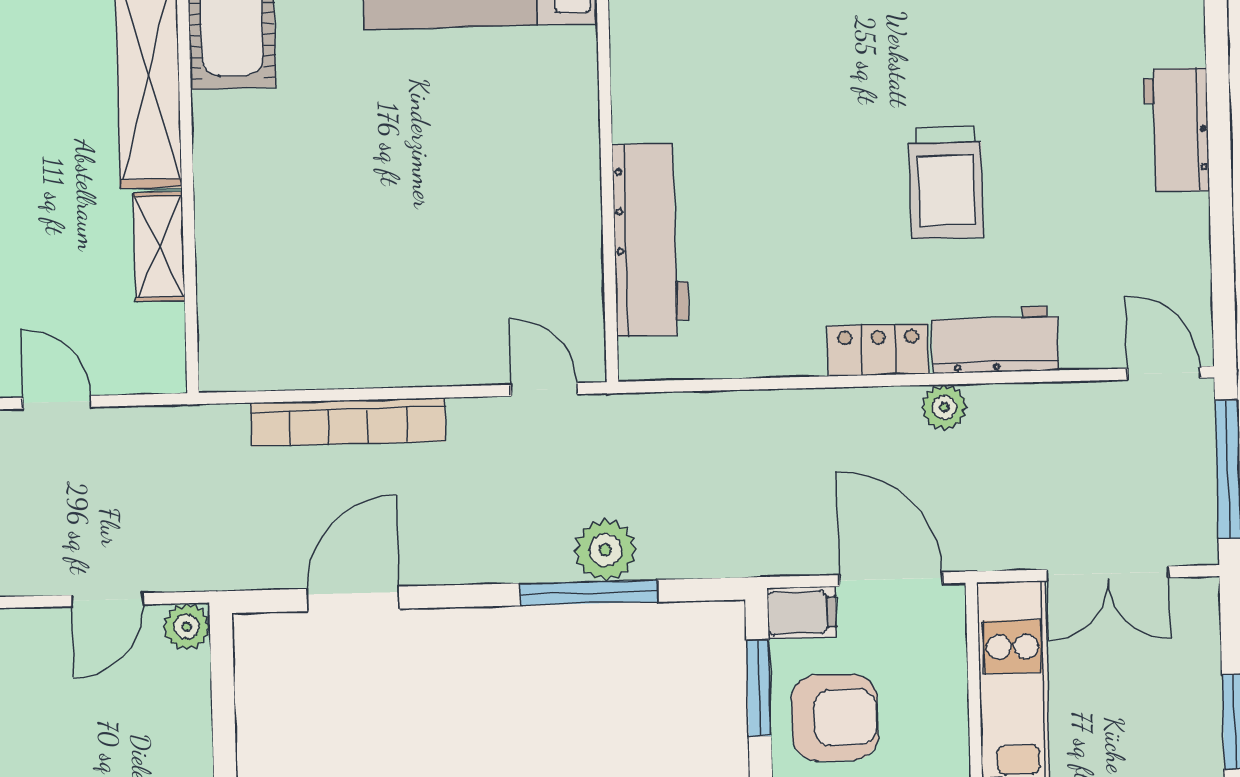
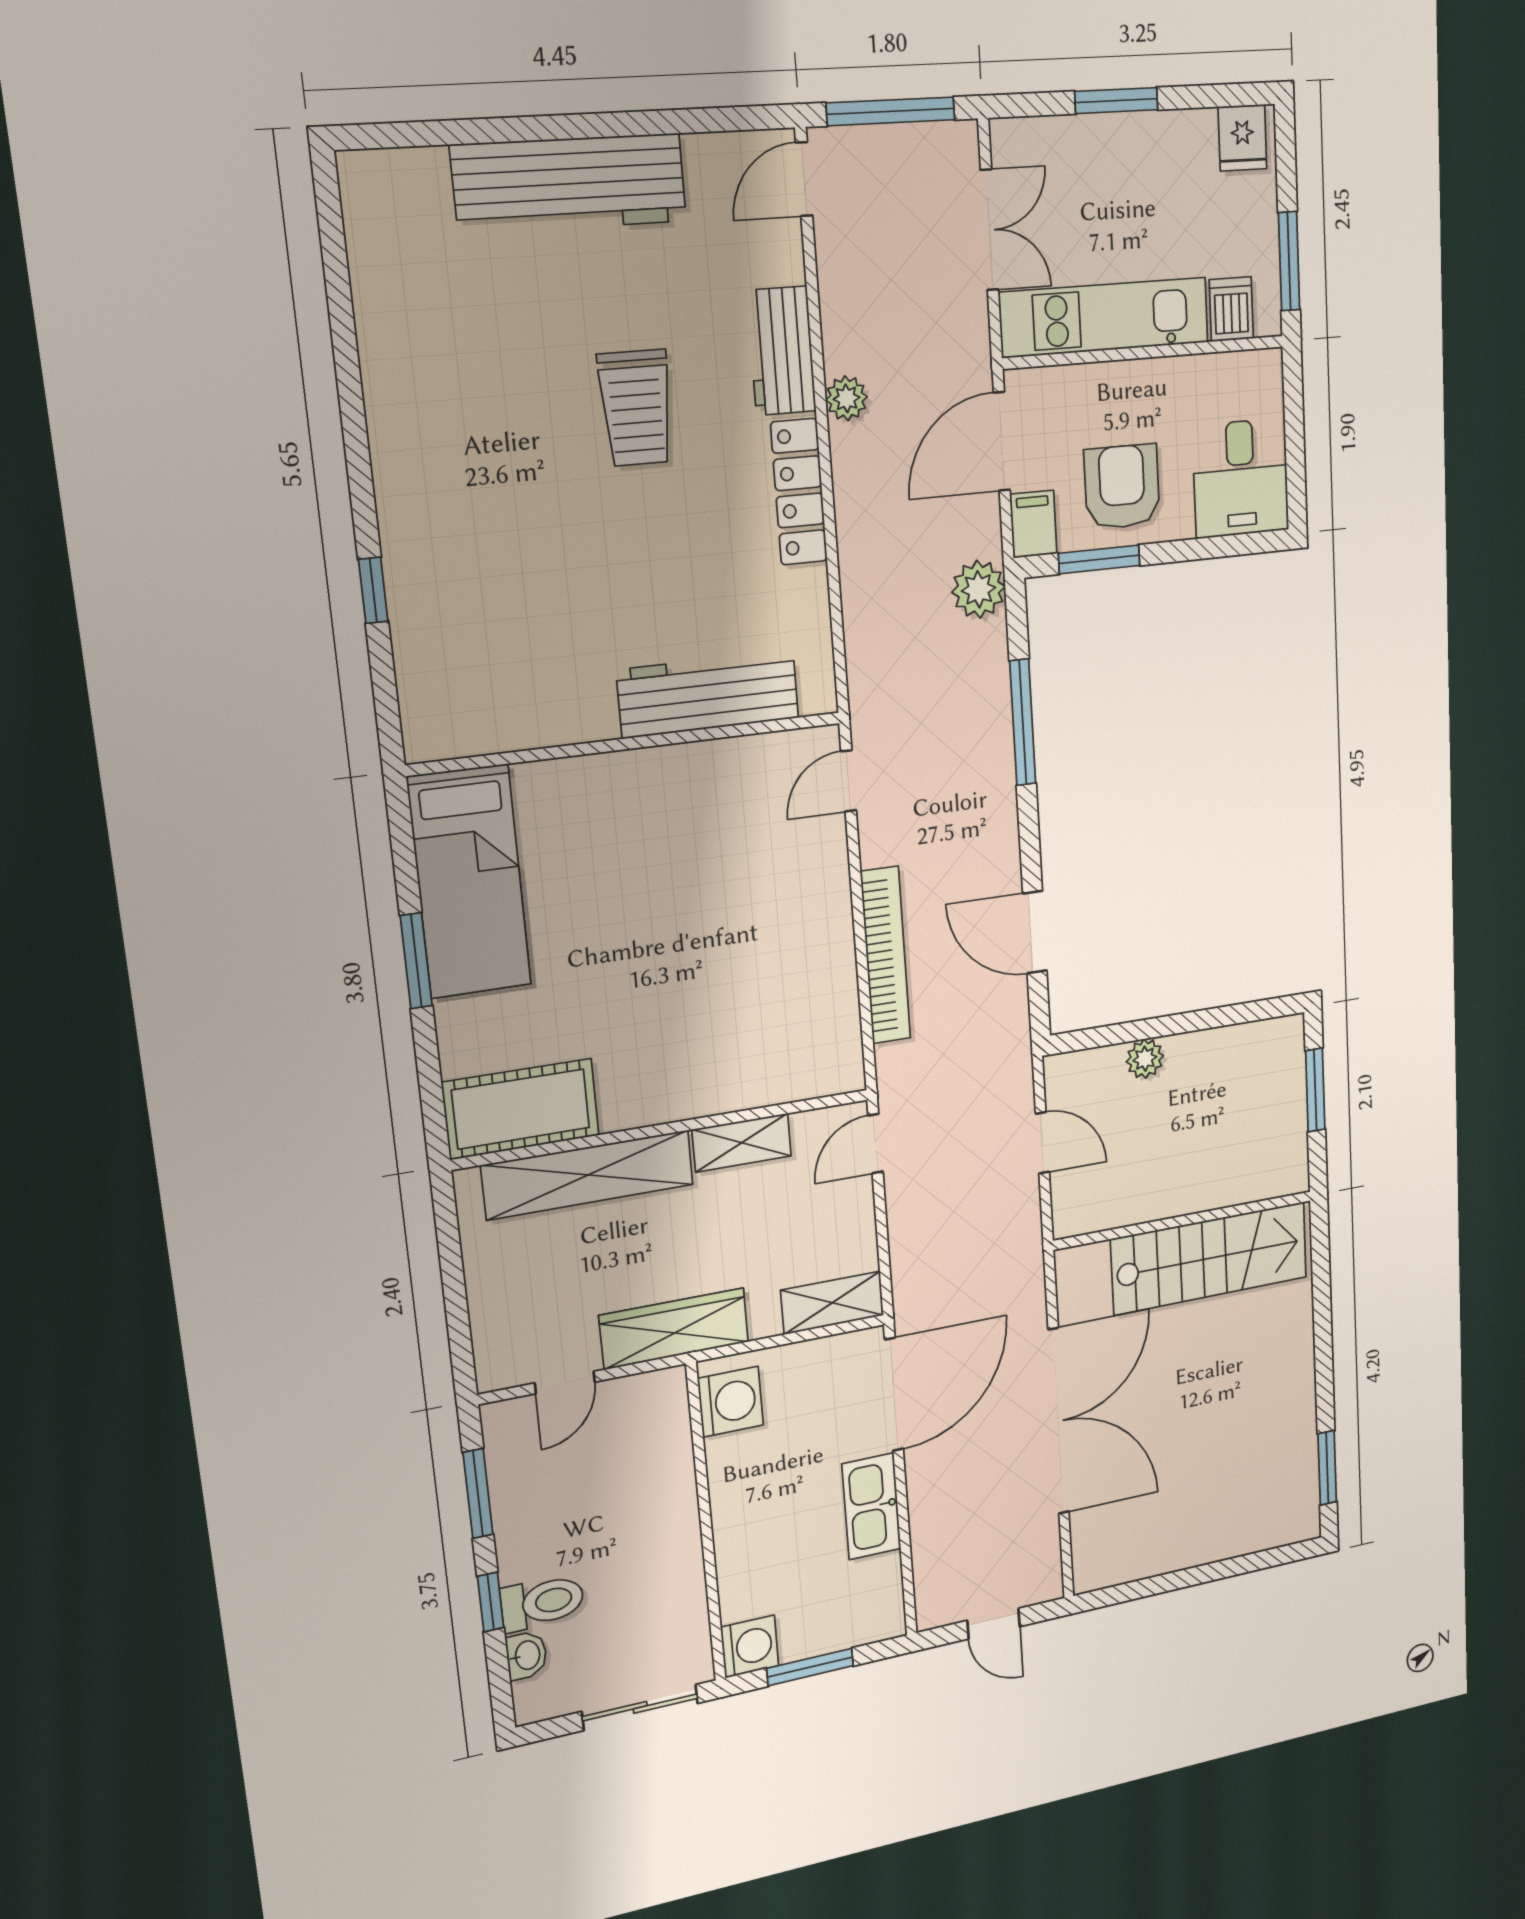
workbench: (1176, 130) -> (570, 183), width x1.88, depth x1.32
trolley: (946, 183) -> (636, 408), turned 90
locker: (878, 350) -> (799, 492), width x1.53
door: (57, 402) -> (875, 1144), moved
plant: (605, 550) -> (979, 589), moved
plant: (187, 627) -> (1145, 1059), moved

